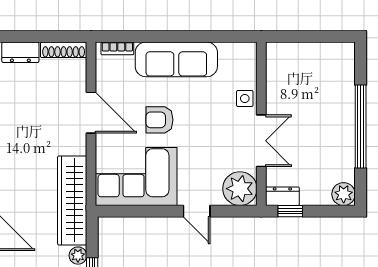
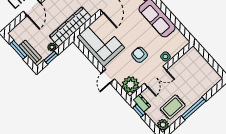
armchair: (159, 120) -> (140, 55), moved
window: (361, 126) -> (194, 109), width x0.68
rug: (330, 156) -> (173, 107), added

